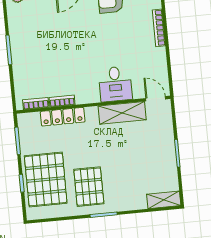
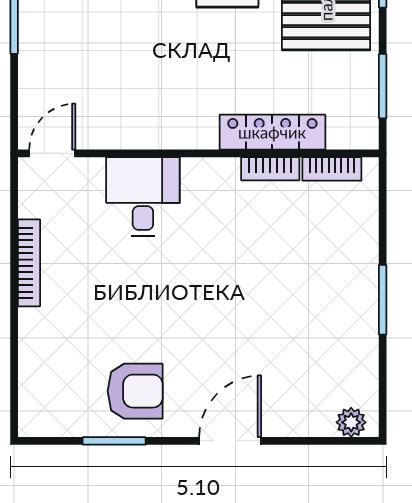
bookcase: (159, 28) -> (29, 263), moved
door: (156, 99) -> (52, 153), swing flipped
shelving: (122, 113) -> (133, 128), removed

